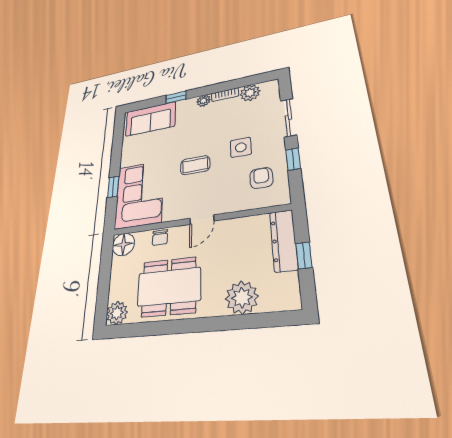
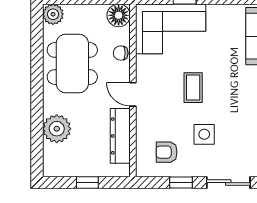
armchair: (261, 178) -> (167, 152), turned 180
dresser: (284, 240) -> (120, 136), moved, turned -90

